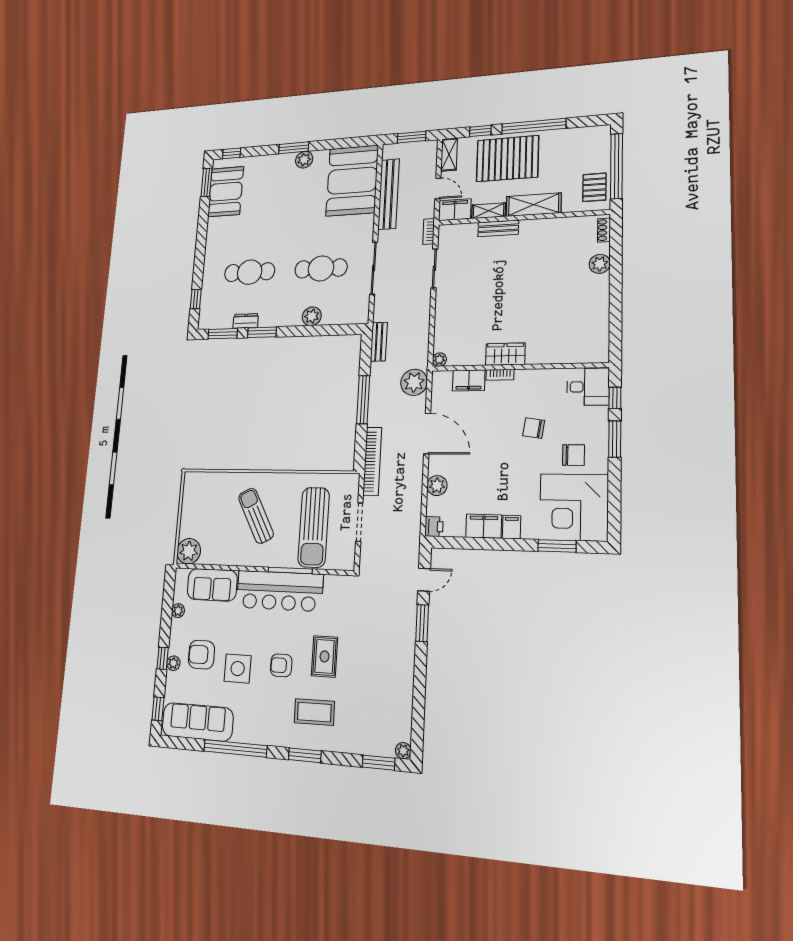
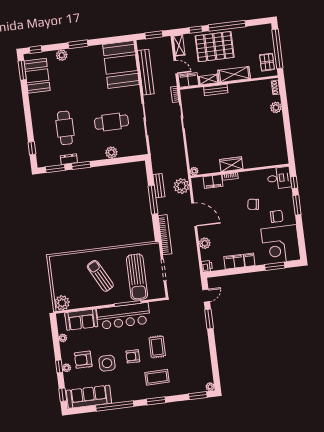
plant: (304, 160) -> (62, 55), moved
cafe table: (250, 272) -> (65, 128), turned 90
bench: (379, 342) -> (159, 186), moved

